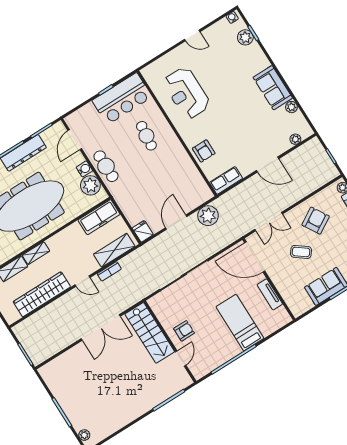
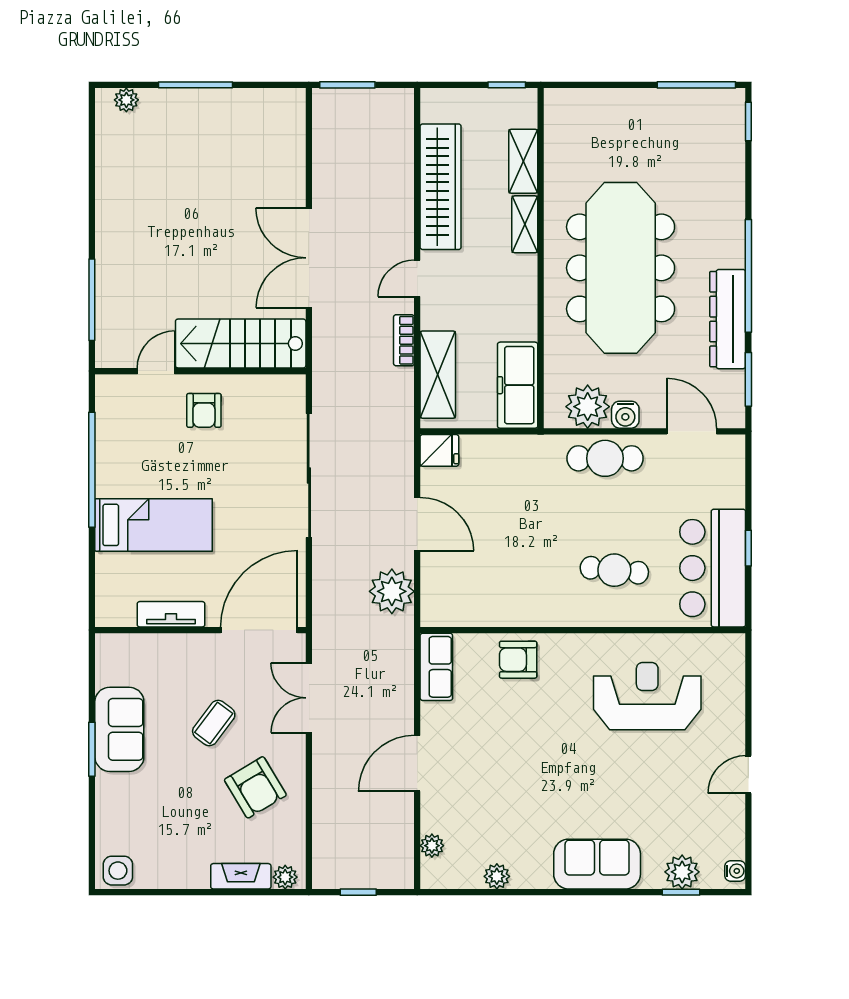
sofa: (273, 88) -> (597, 864), moved
door: (181, 359) -> (156, 371), swing flipped

